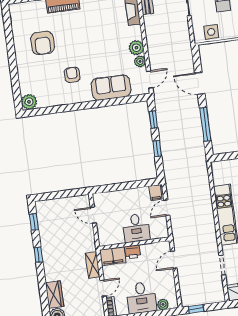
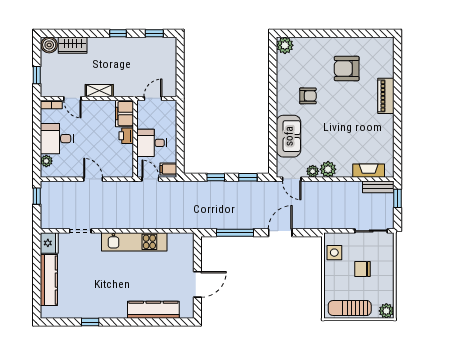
desk: (136, 228) -> (152, 143), moved
wall: (134, 244) -> (135, 139), moved
printer: (133, 252) -> (126, 136), moved
filing cabinet: (113, 256) -> (124, 114), moved

